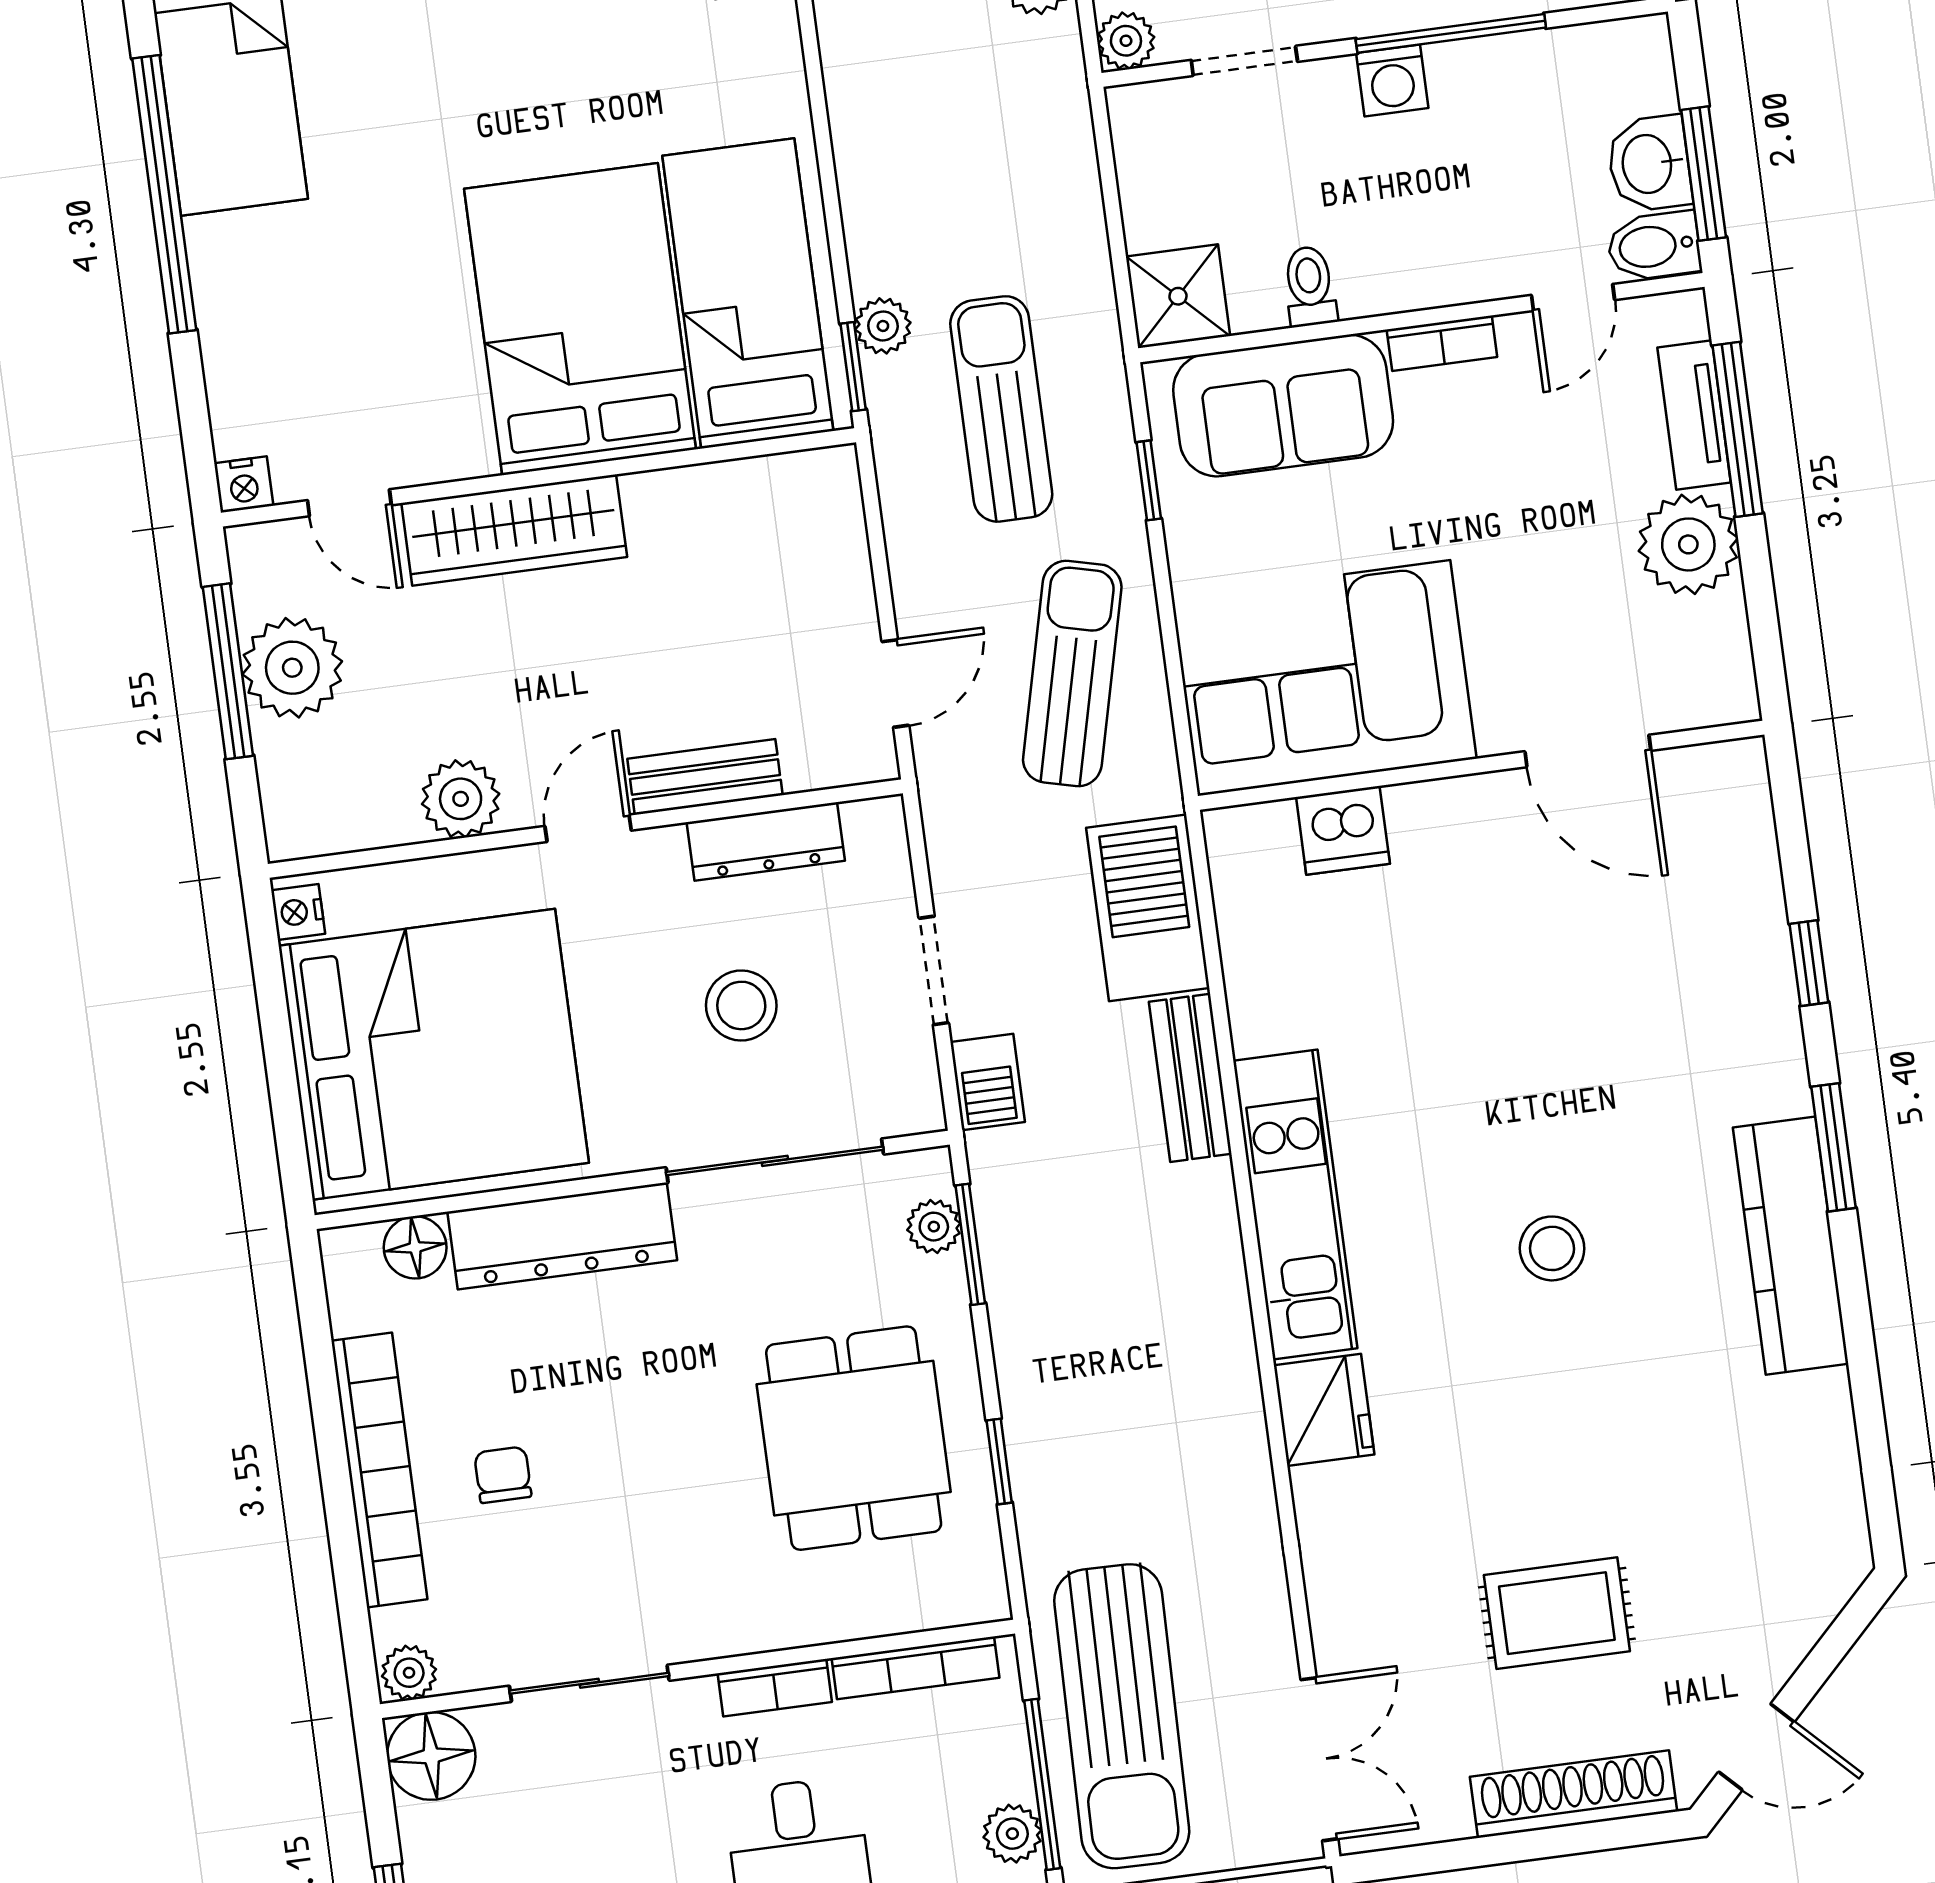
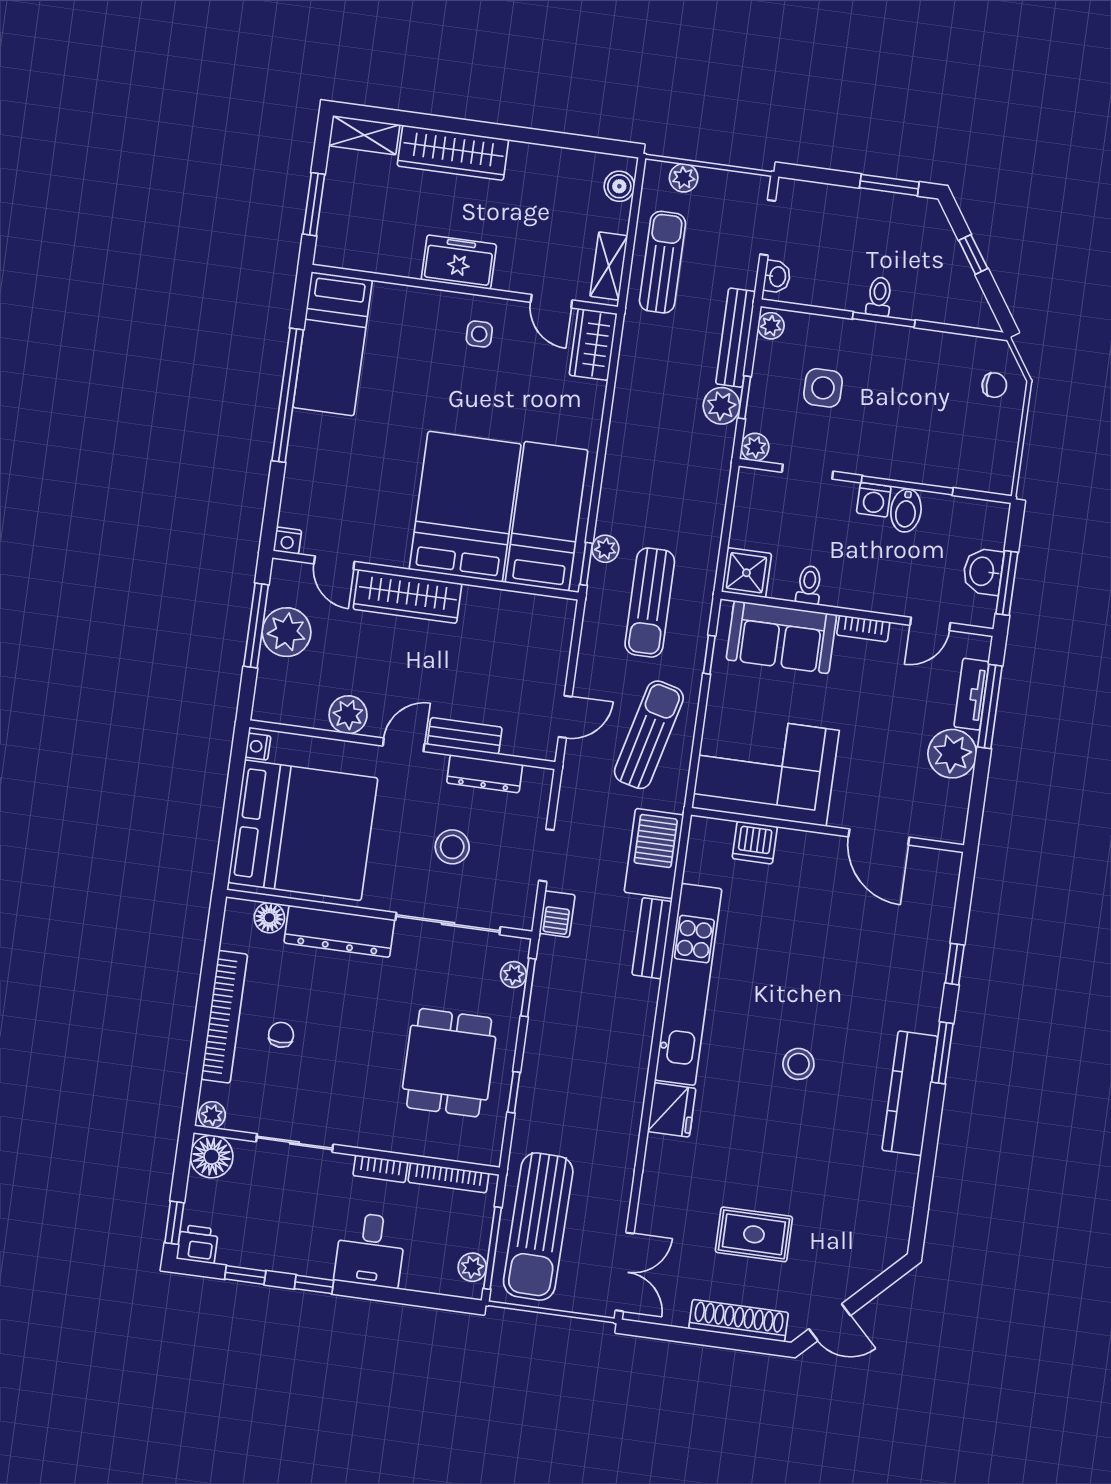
bidet: (1654, 246) -> (906, 510), moved, turned -90
sun lounger: (1001, 409) -> (650, 603), turned 180
kitchen unit: (1295, 1205) -> (688, 984), width x1.36

